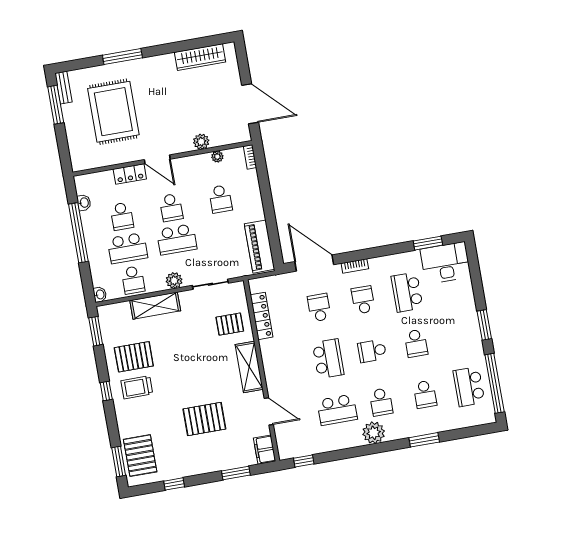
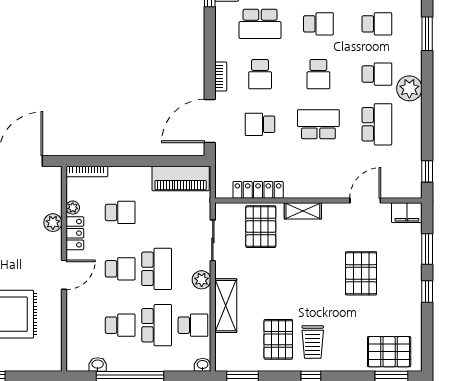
bookcase: (250, 157) -> (87, 171), width x1.56
locker: (130, 174) -> (75, 233), moved
school desk: (363, 300) -> (260, 74), turned -90
pallet: (230, 324) -> (261, 227), width x1.50, depth x1.42
shelving: (249, 367) -> (303, 211), width x0.67, depth x0.75
window: (174, 484) -> (427, 292), moved

